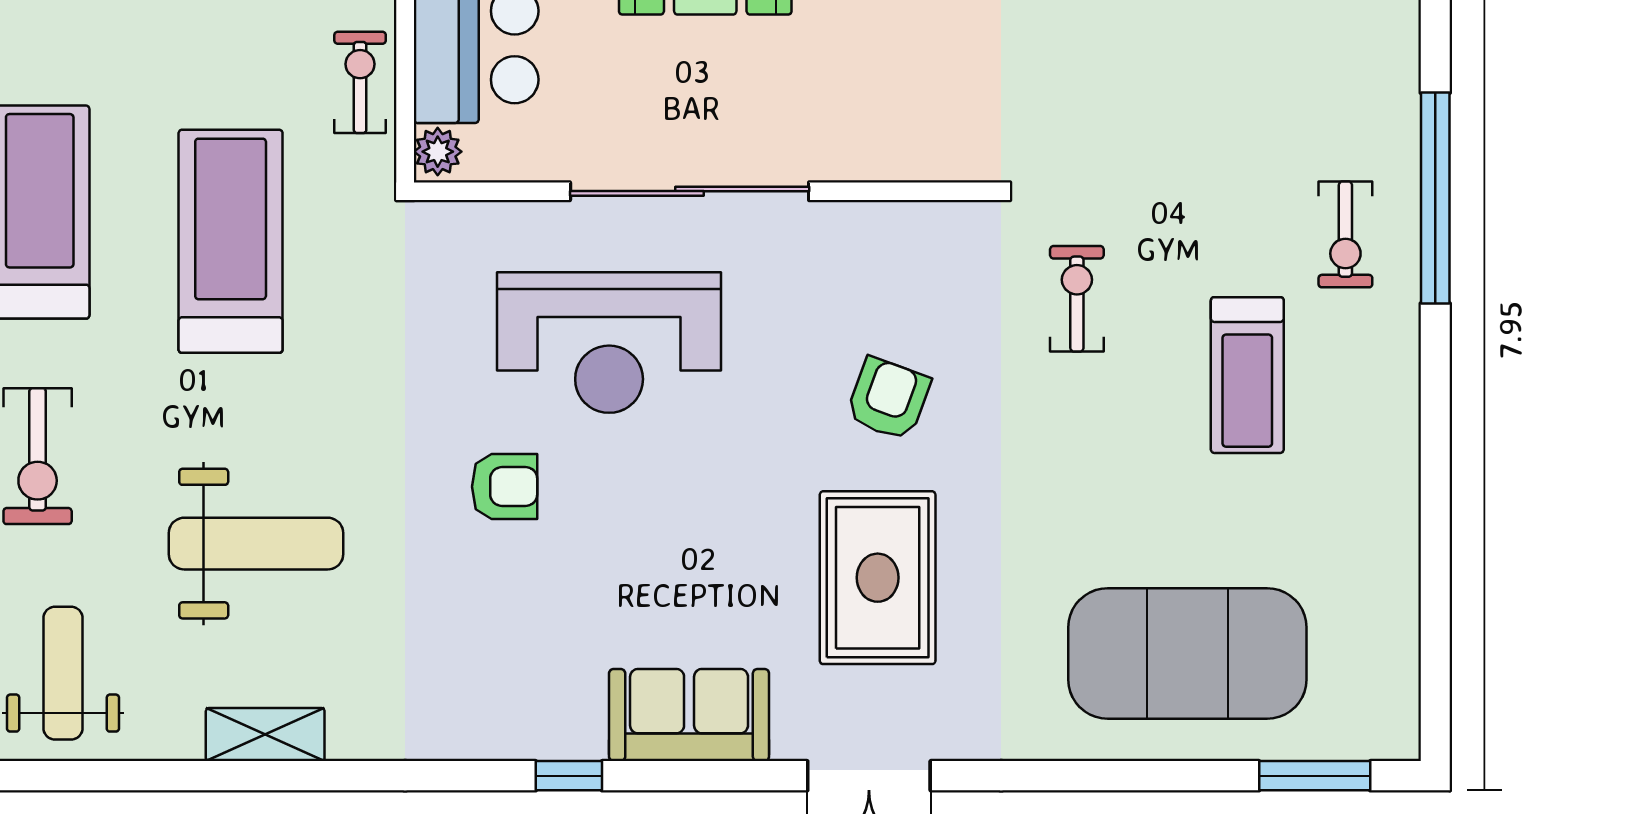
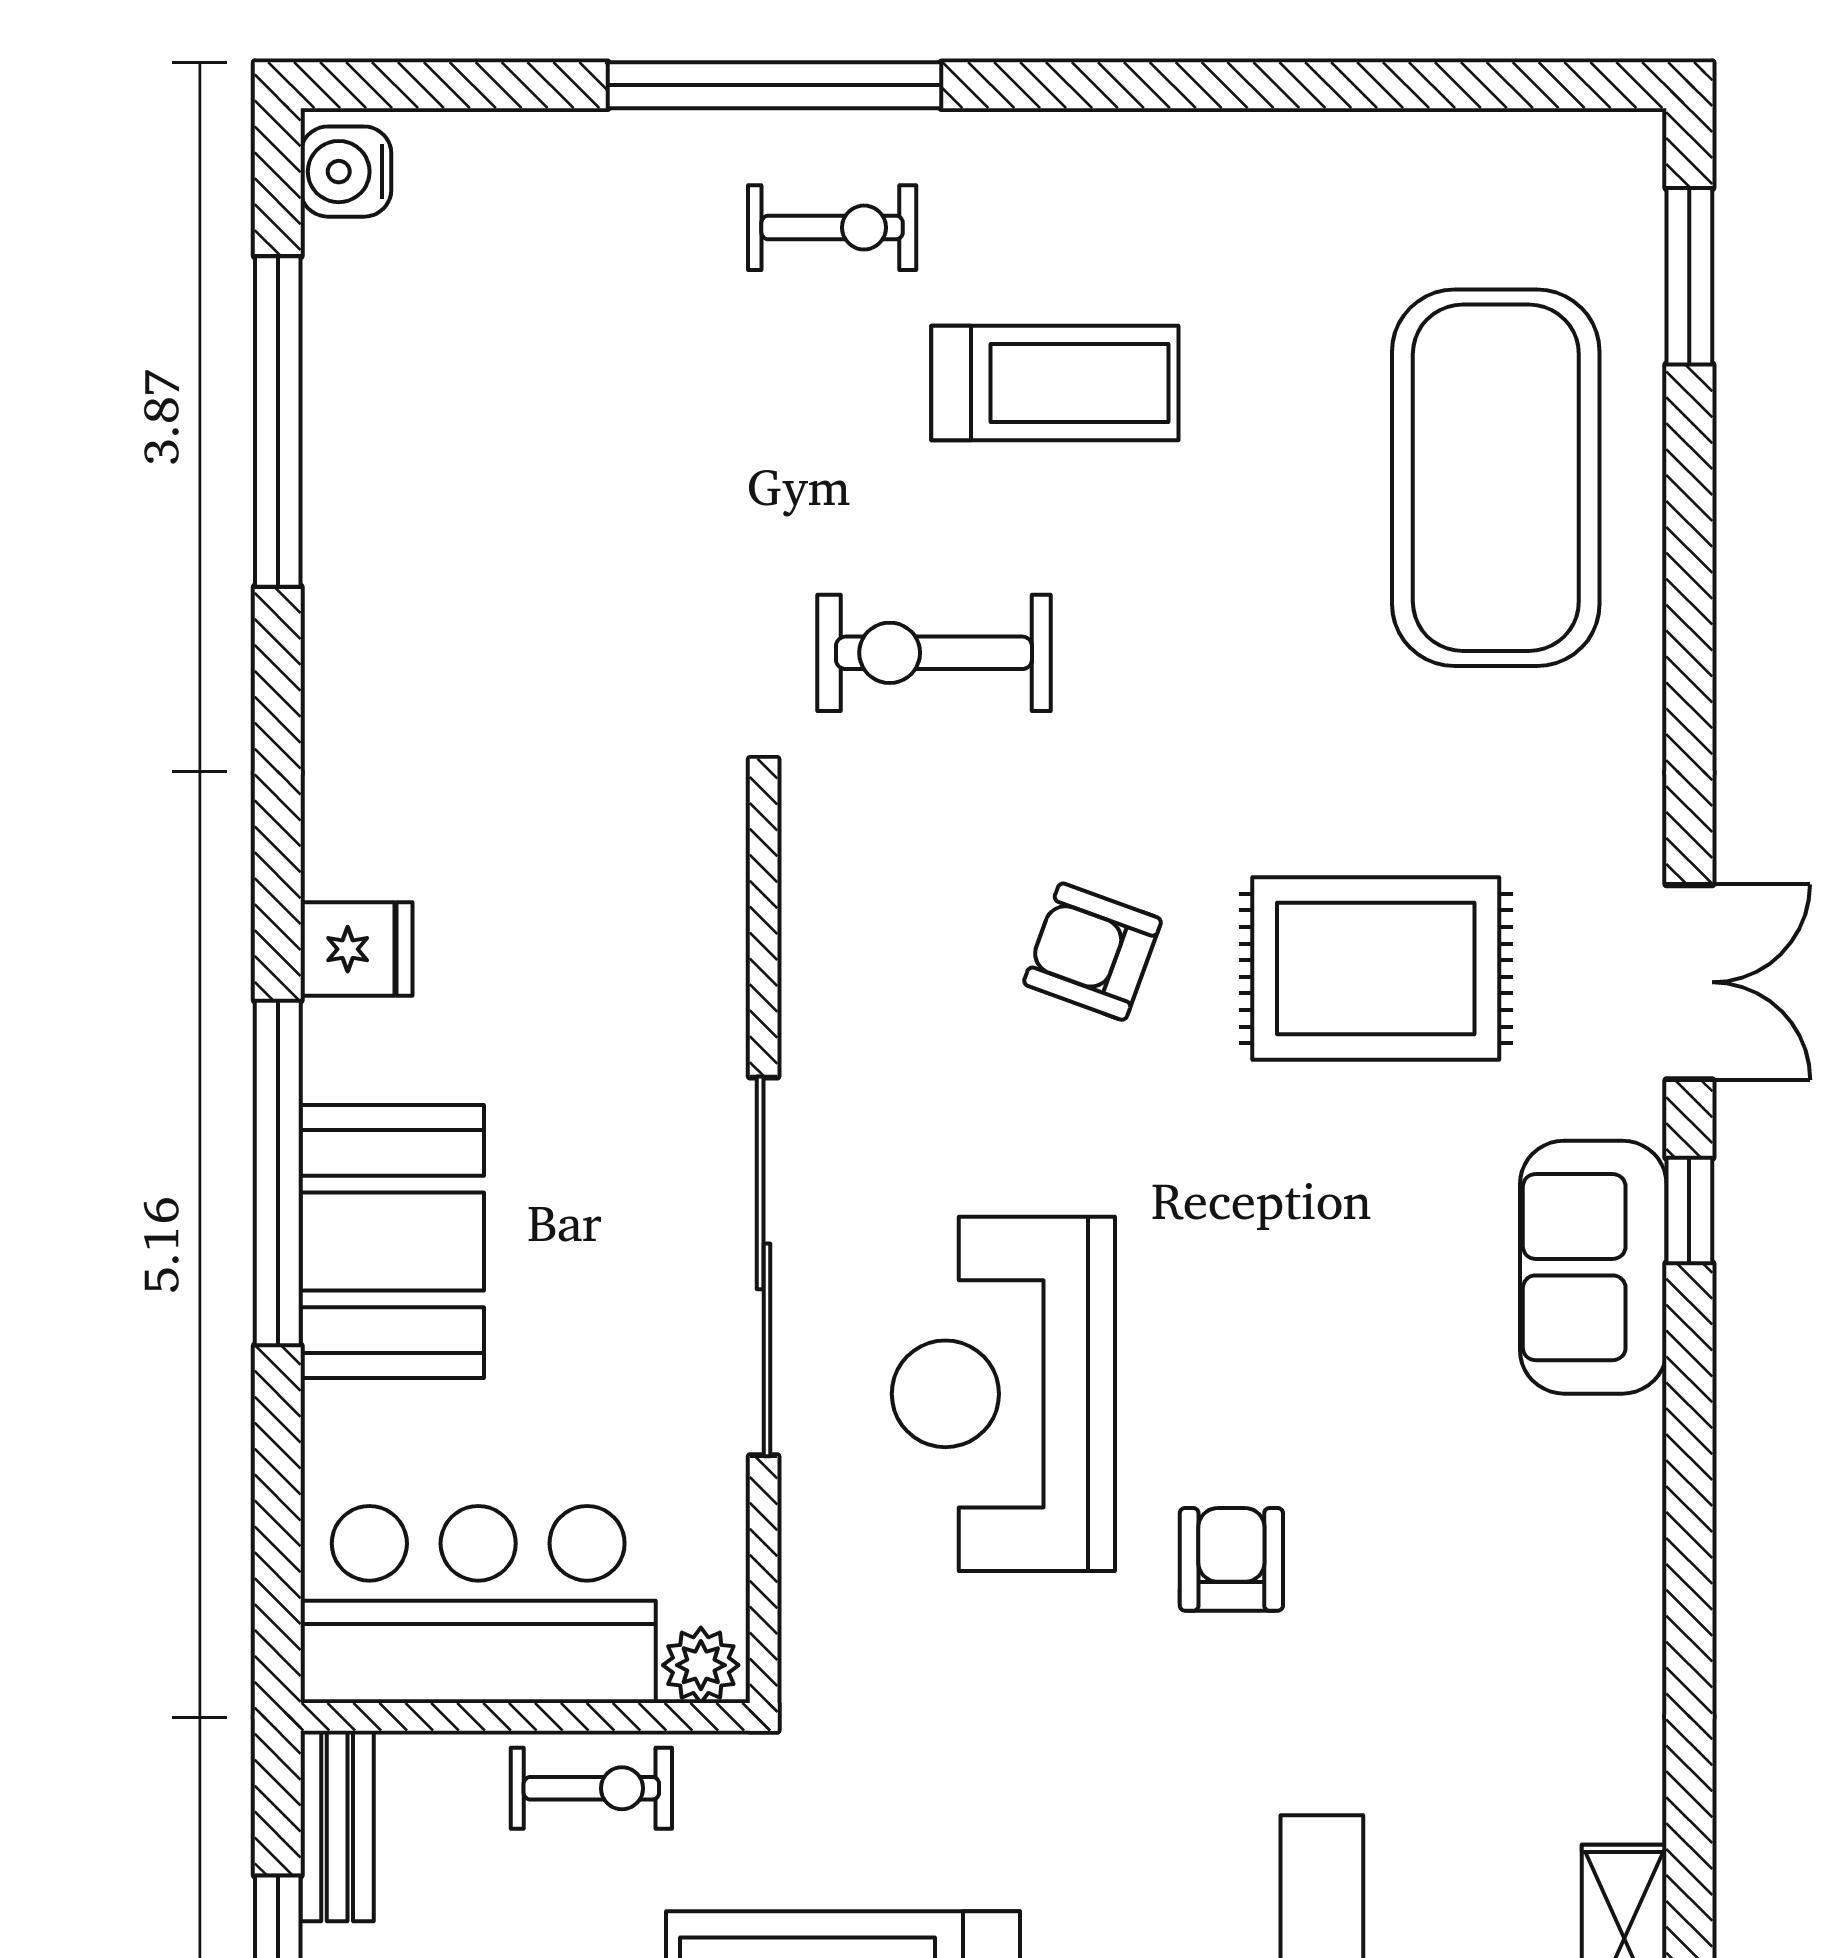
exercise bike: (360, 82) -> (591, 1788), turned 180
exercise bike: (1077, 299) -> (934, 653), width x1.38, depth x1.39
reception desk: (609, 343) -> (1003, 1394), turned 180
window: (569, 776) -> (1689, 1211), moved

